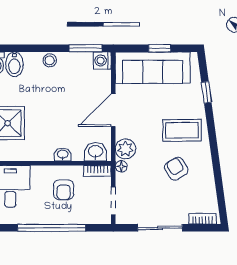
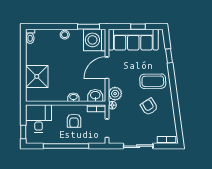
washing machine: (102, 60) -> (95, 40), width x1.89, depth x1.89
bidet: (14, 64) -> (41, 37), removed

